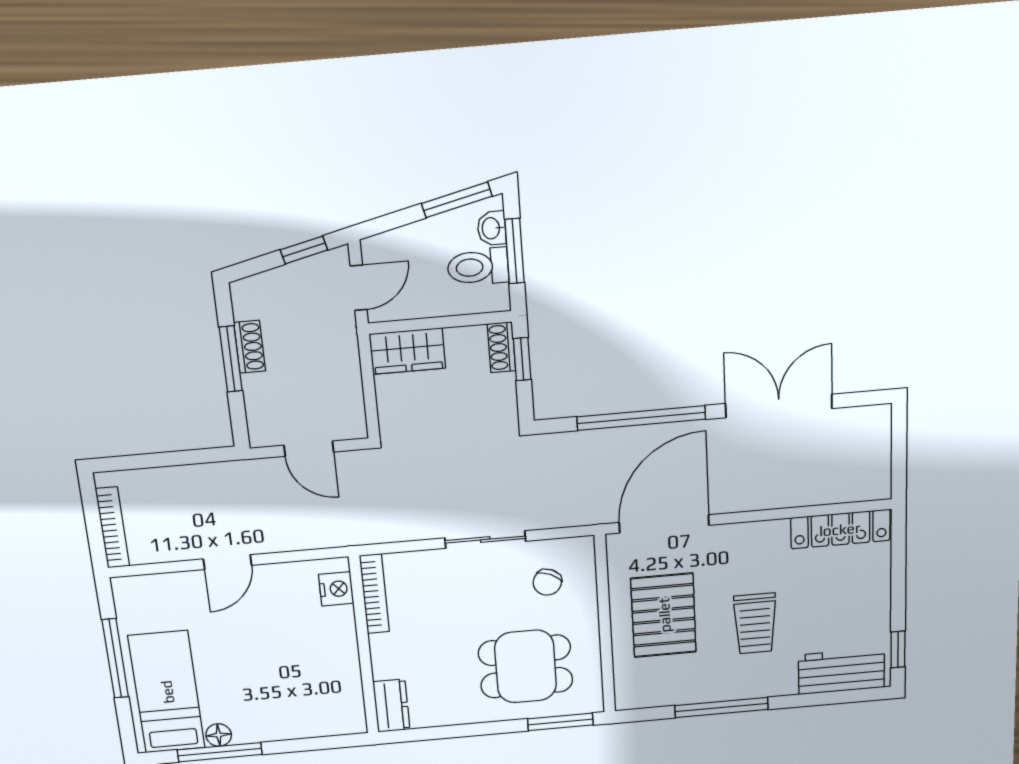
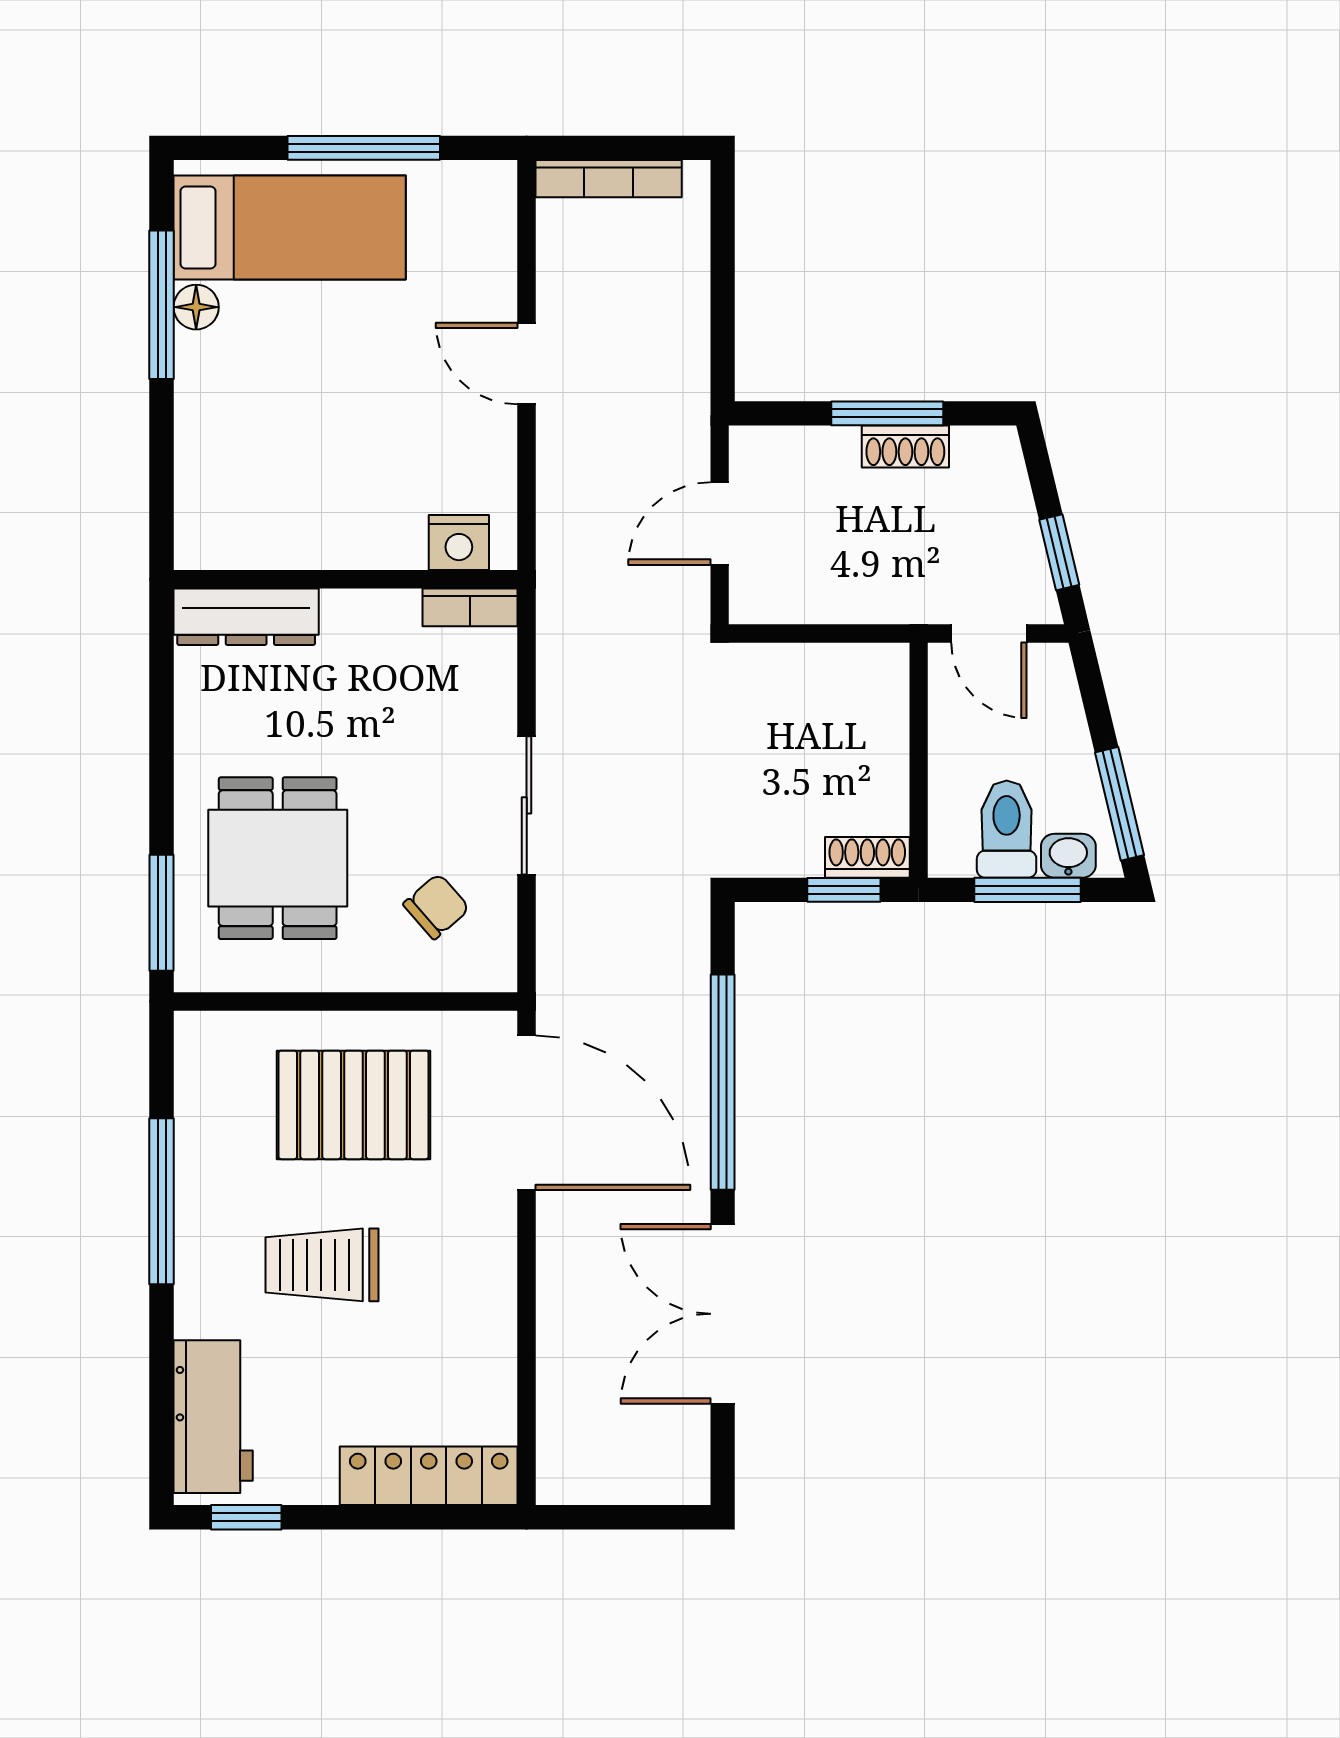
wardrobe: (407, 351) -> (875, 703), removed
double door: (779, 406) -> (723, 1314), swing flipped
locker: (840, 529) -> (429, 1476), moved, turned 90
chair: (547, 582) -> (436, 906), turned 114
bookcase: (374, 594) -> (470, 607), width x0.64
dresser: (391, 706) -> (246, 617), width x1.44

